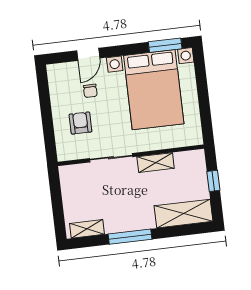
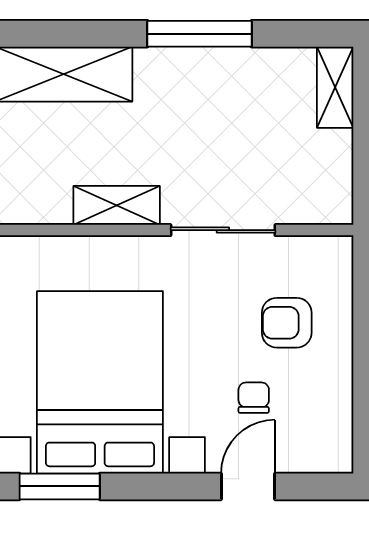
armchair: (80, 123) -> (287, 323), turned 90
shelving: (87, 229) -> (335, 87), moved, turned 90

